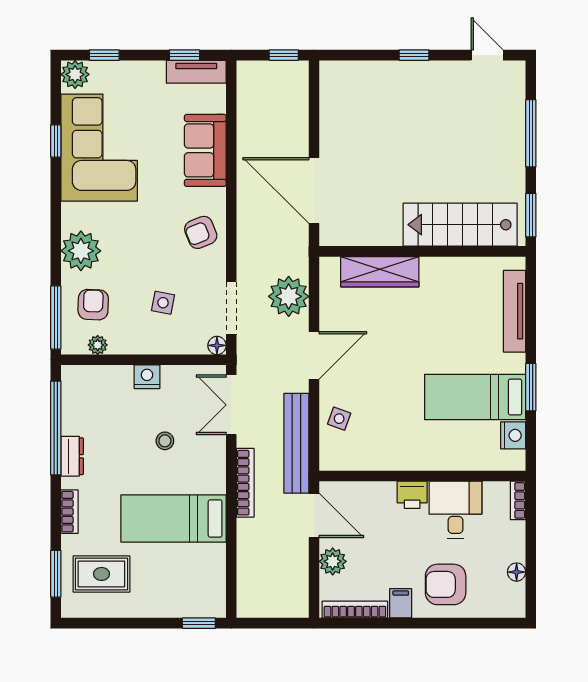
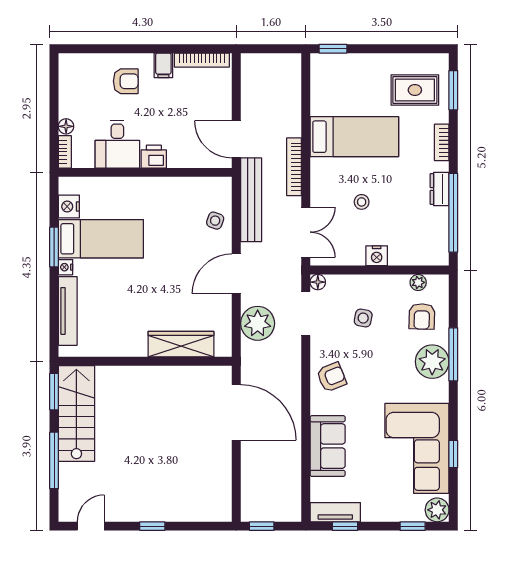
door: (487, 55) -> (91, 526), swing flipped
stairs: (460, 225) -> (76, 413), moved, turned -90
window: (56, 318) -> (453, 354), moved
nightstand: (517, 363) -> (66, 267), added
plant: (333, 561) -> (221, 101), removed
floor lamp: (517, 572) -> (66, 126), moved
armchair: (446, 584) -> (126, 81), width x0.72, depth x0.72

